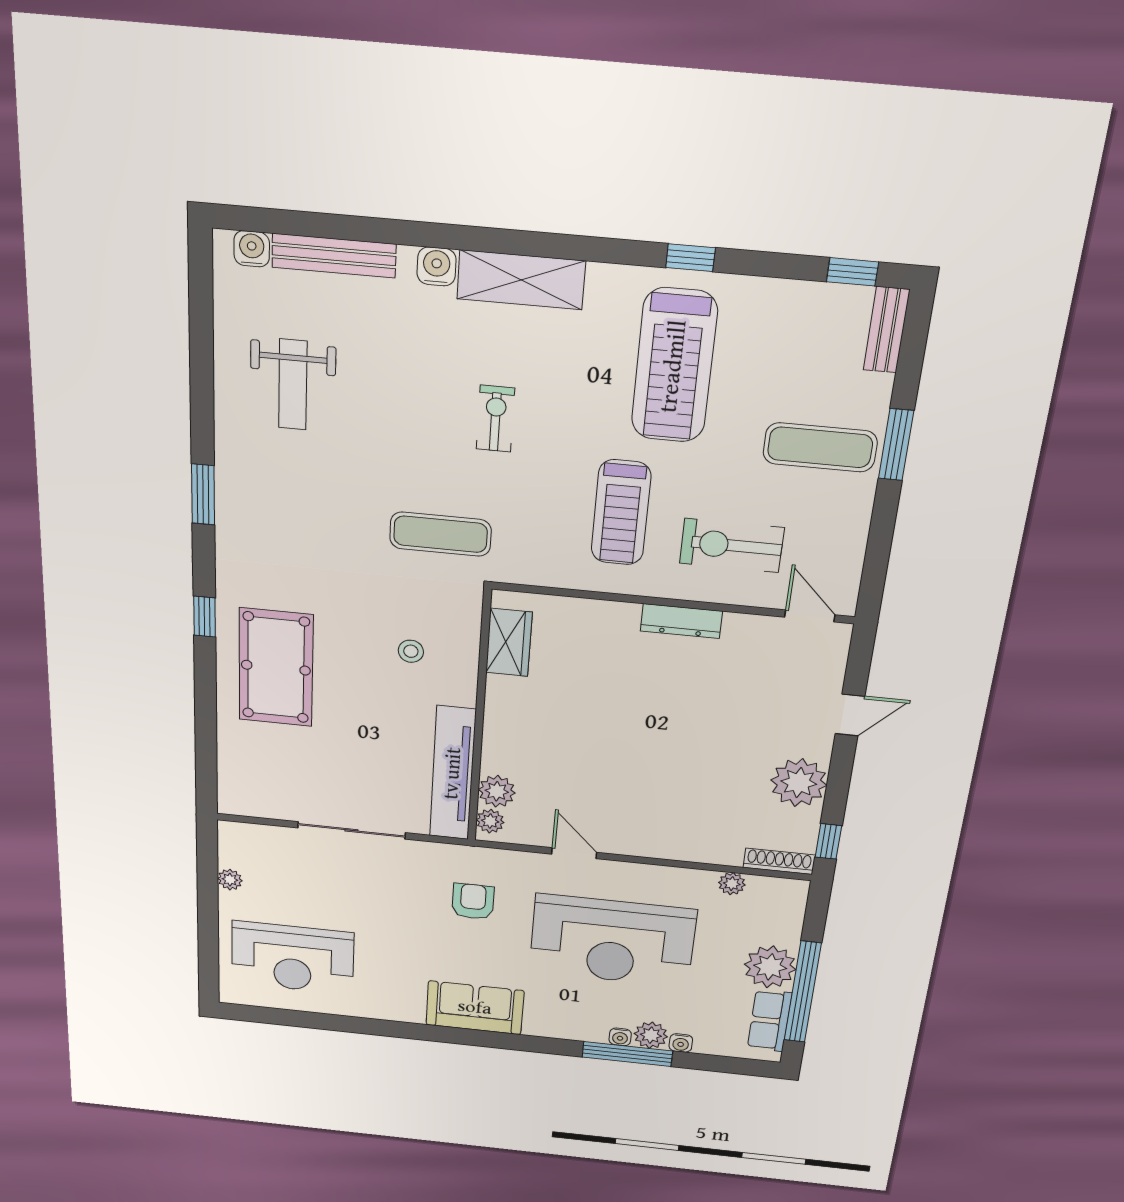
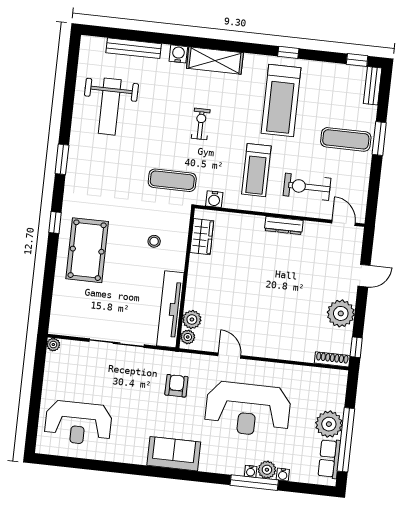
water cooler: (252, 249) -> (214, 199), moved, turned 180
weight bench: (293, 385) -> (110, 107), width x1.36, depth x1.33
plant: (230, 880) -> (53, 345), moved
plant: (732, 884) -> (309, 373), removed

